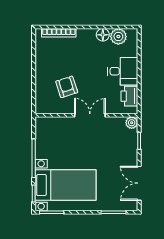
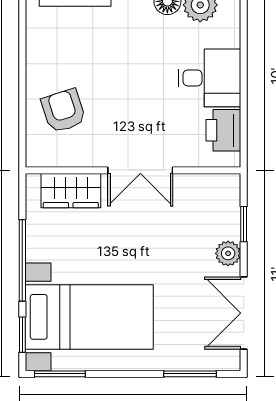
armchair: (67, 87) -> (64, 111), moved
double door: (90, 115) -> (140, 170), swing flipped
plant: (132, 123) -> (228, 253), moved
wardrobe: (57, 125) -> (71, 191), added

